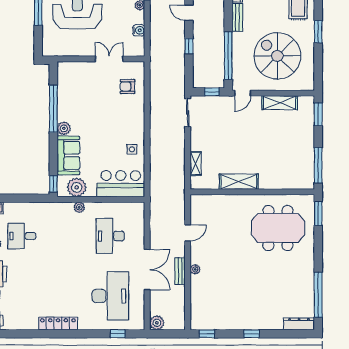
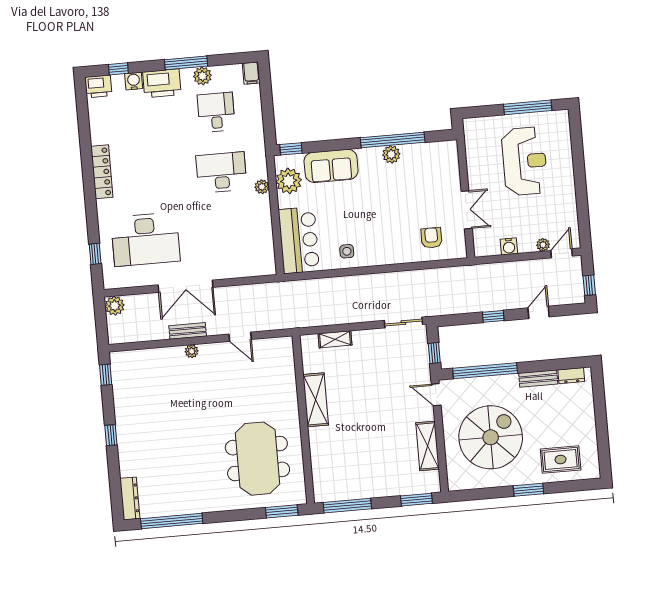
plant: (64, 128) -> (391, 154), moved
desk: (110, 236) -> (221, 172), moved

